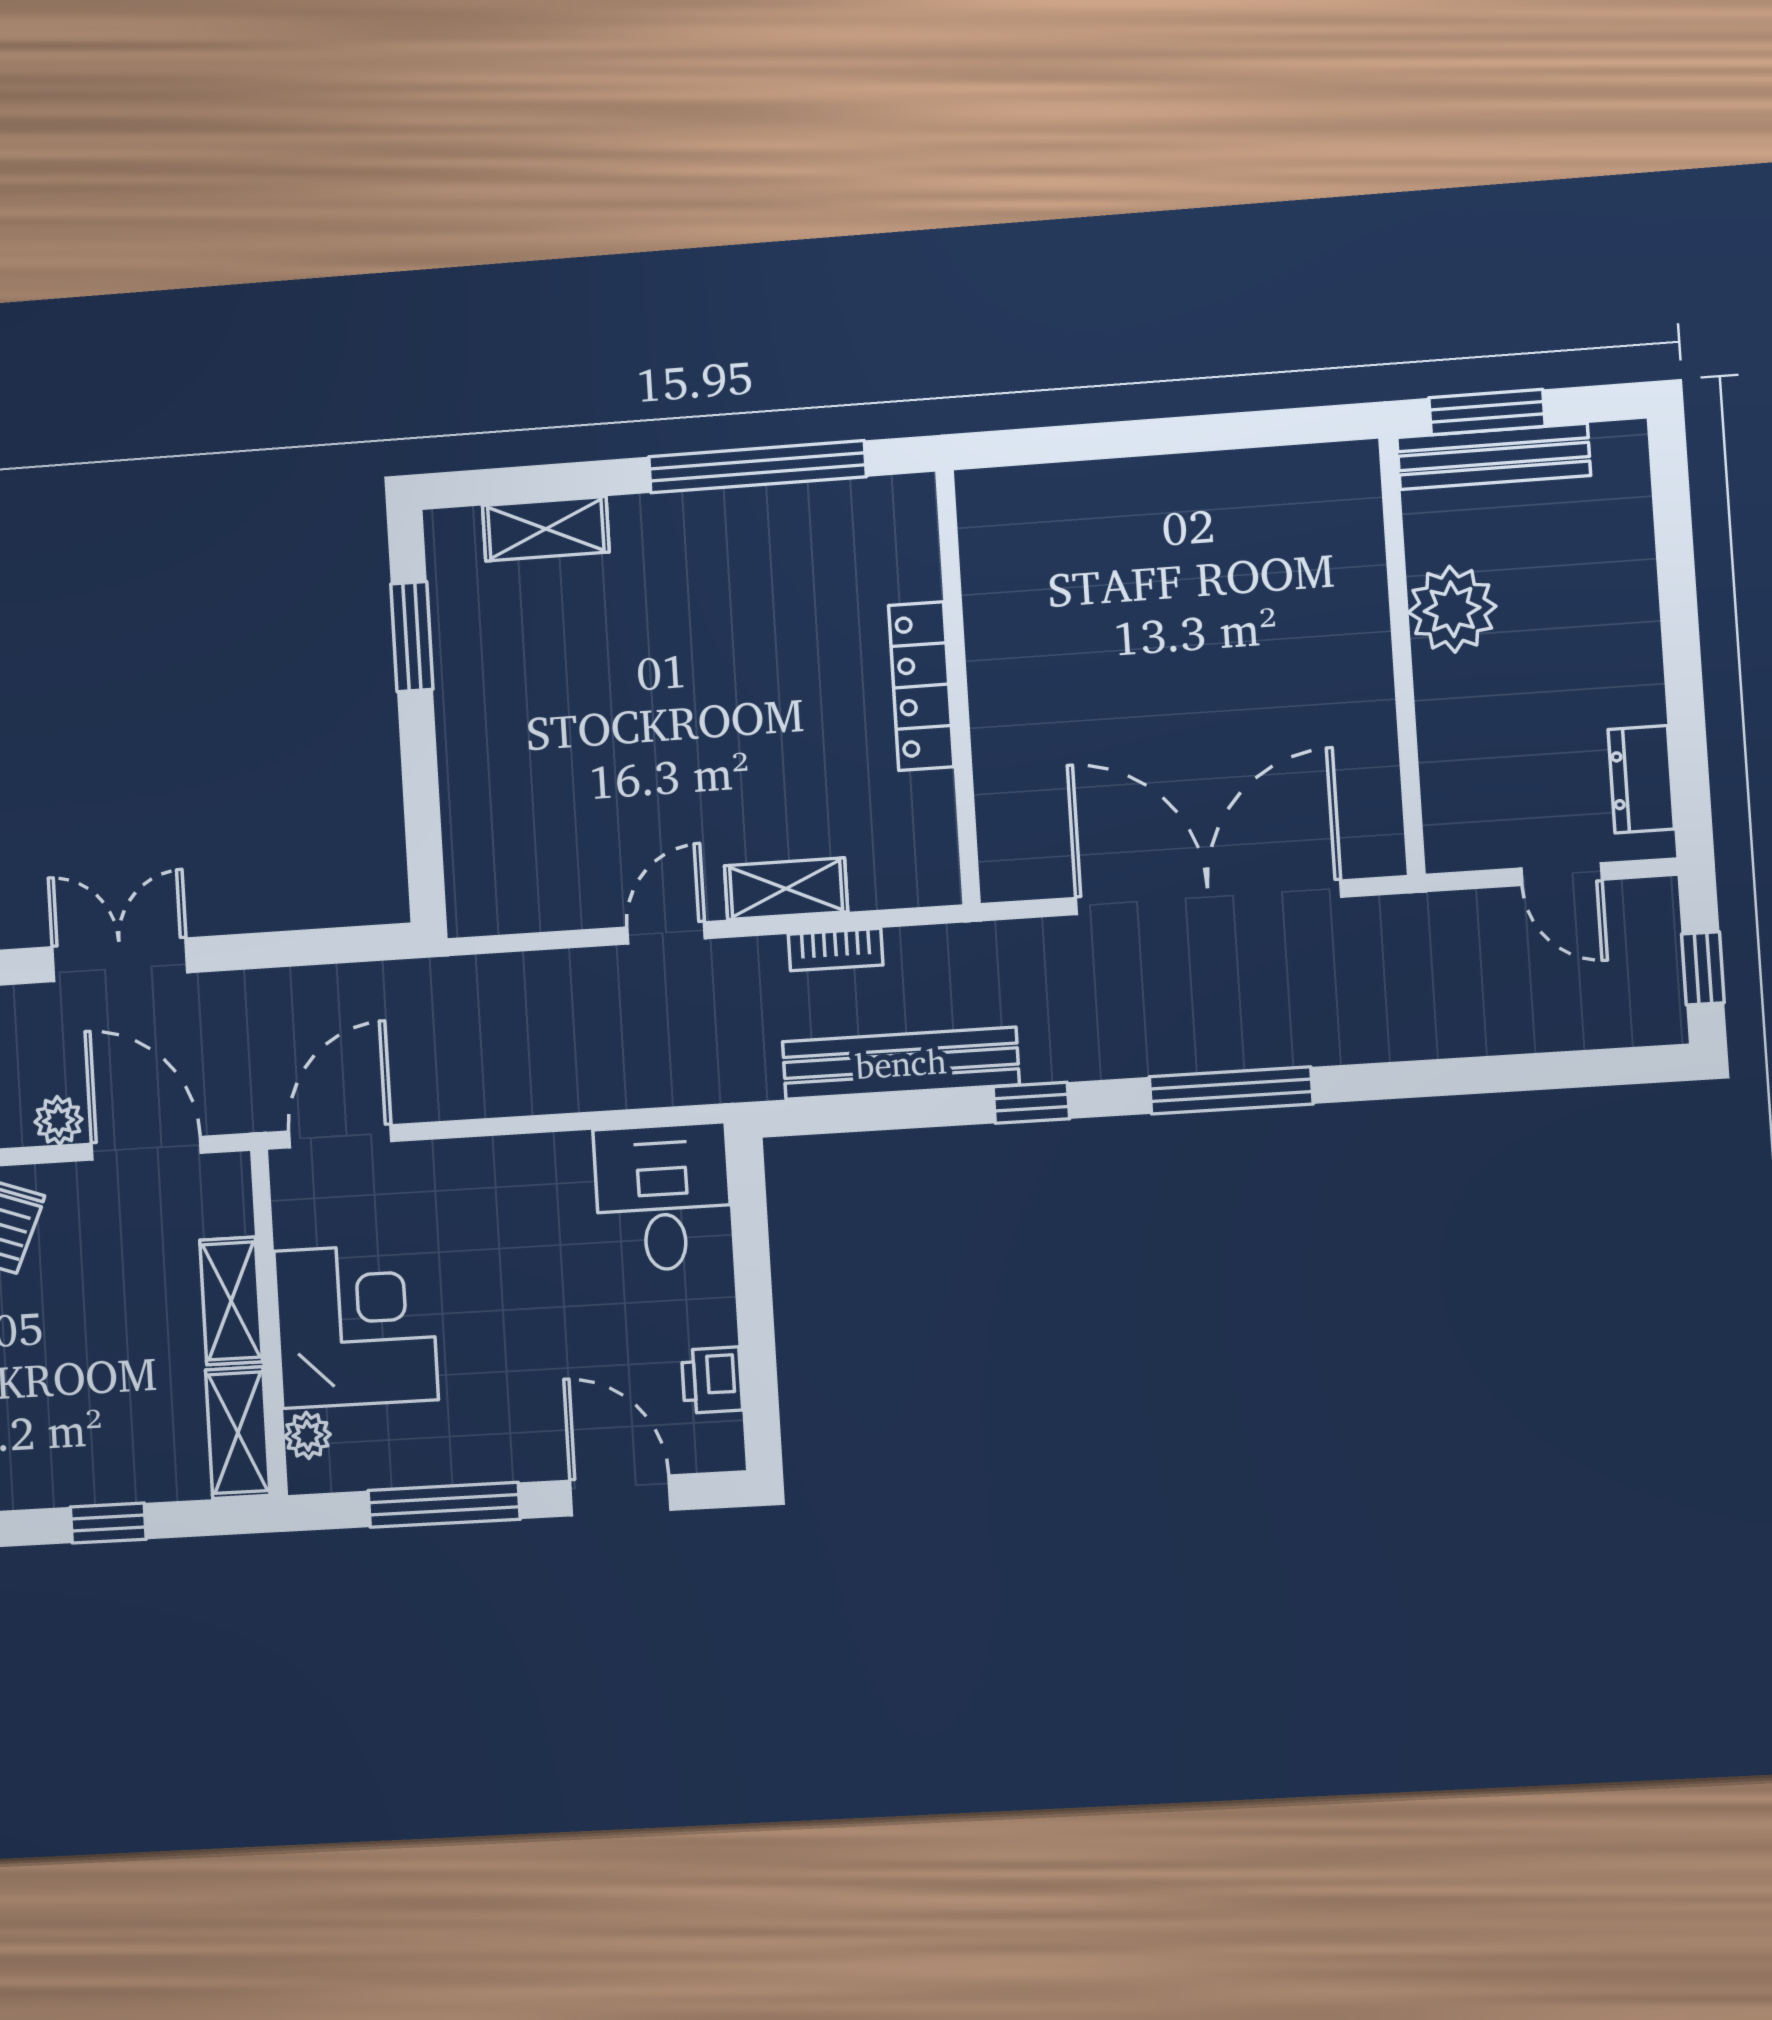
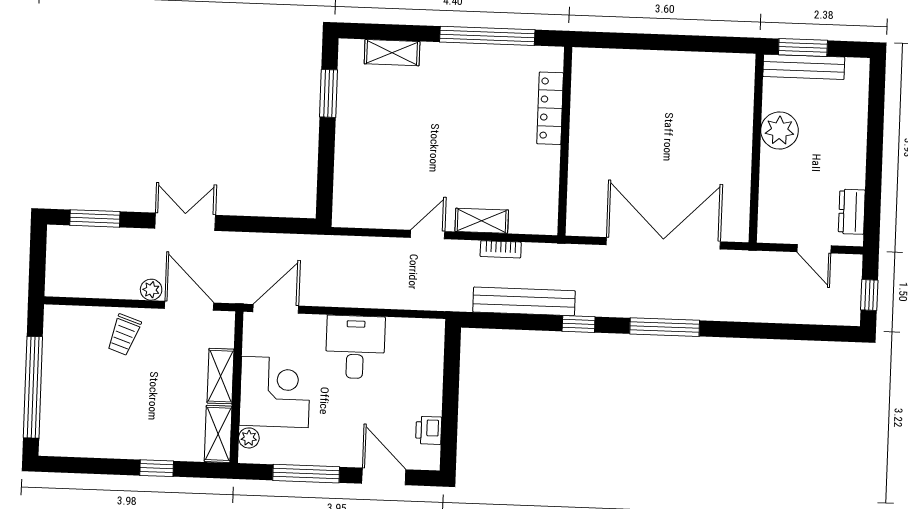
locker: (921, 686) -> (550, 108), moved
desk: (663, 1197) -> (355, 347), moved

